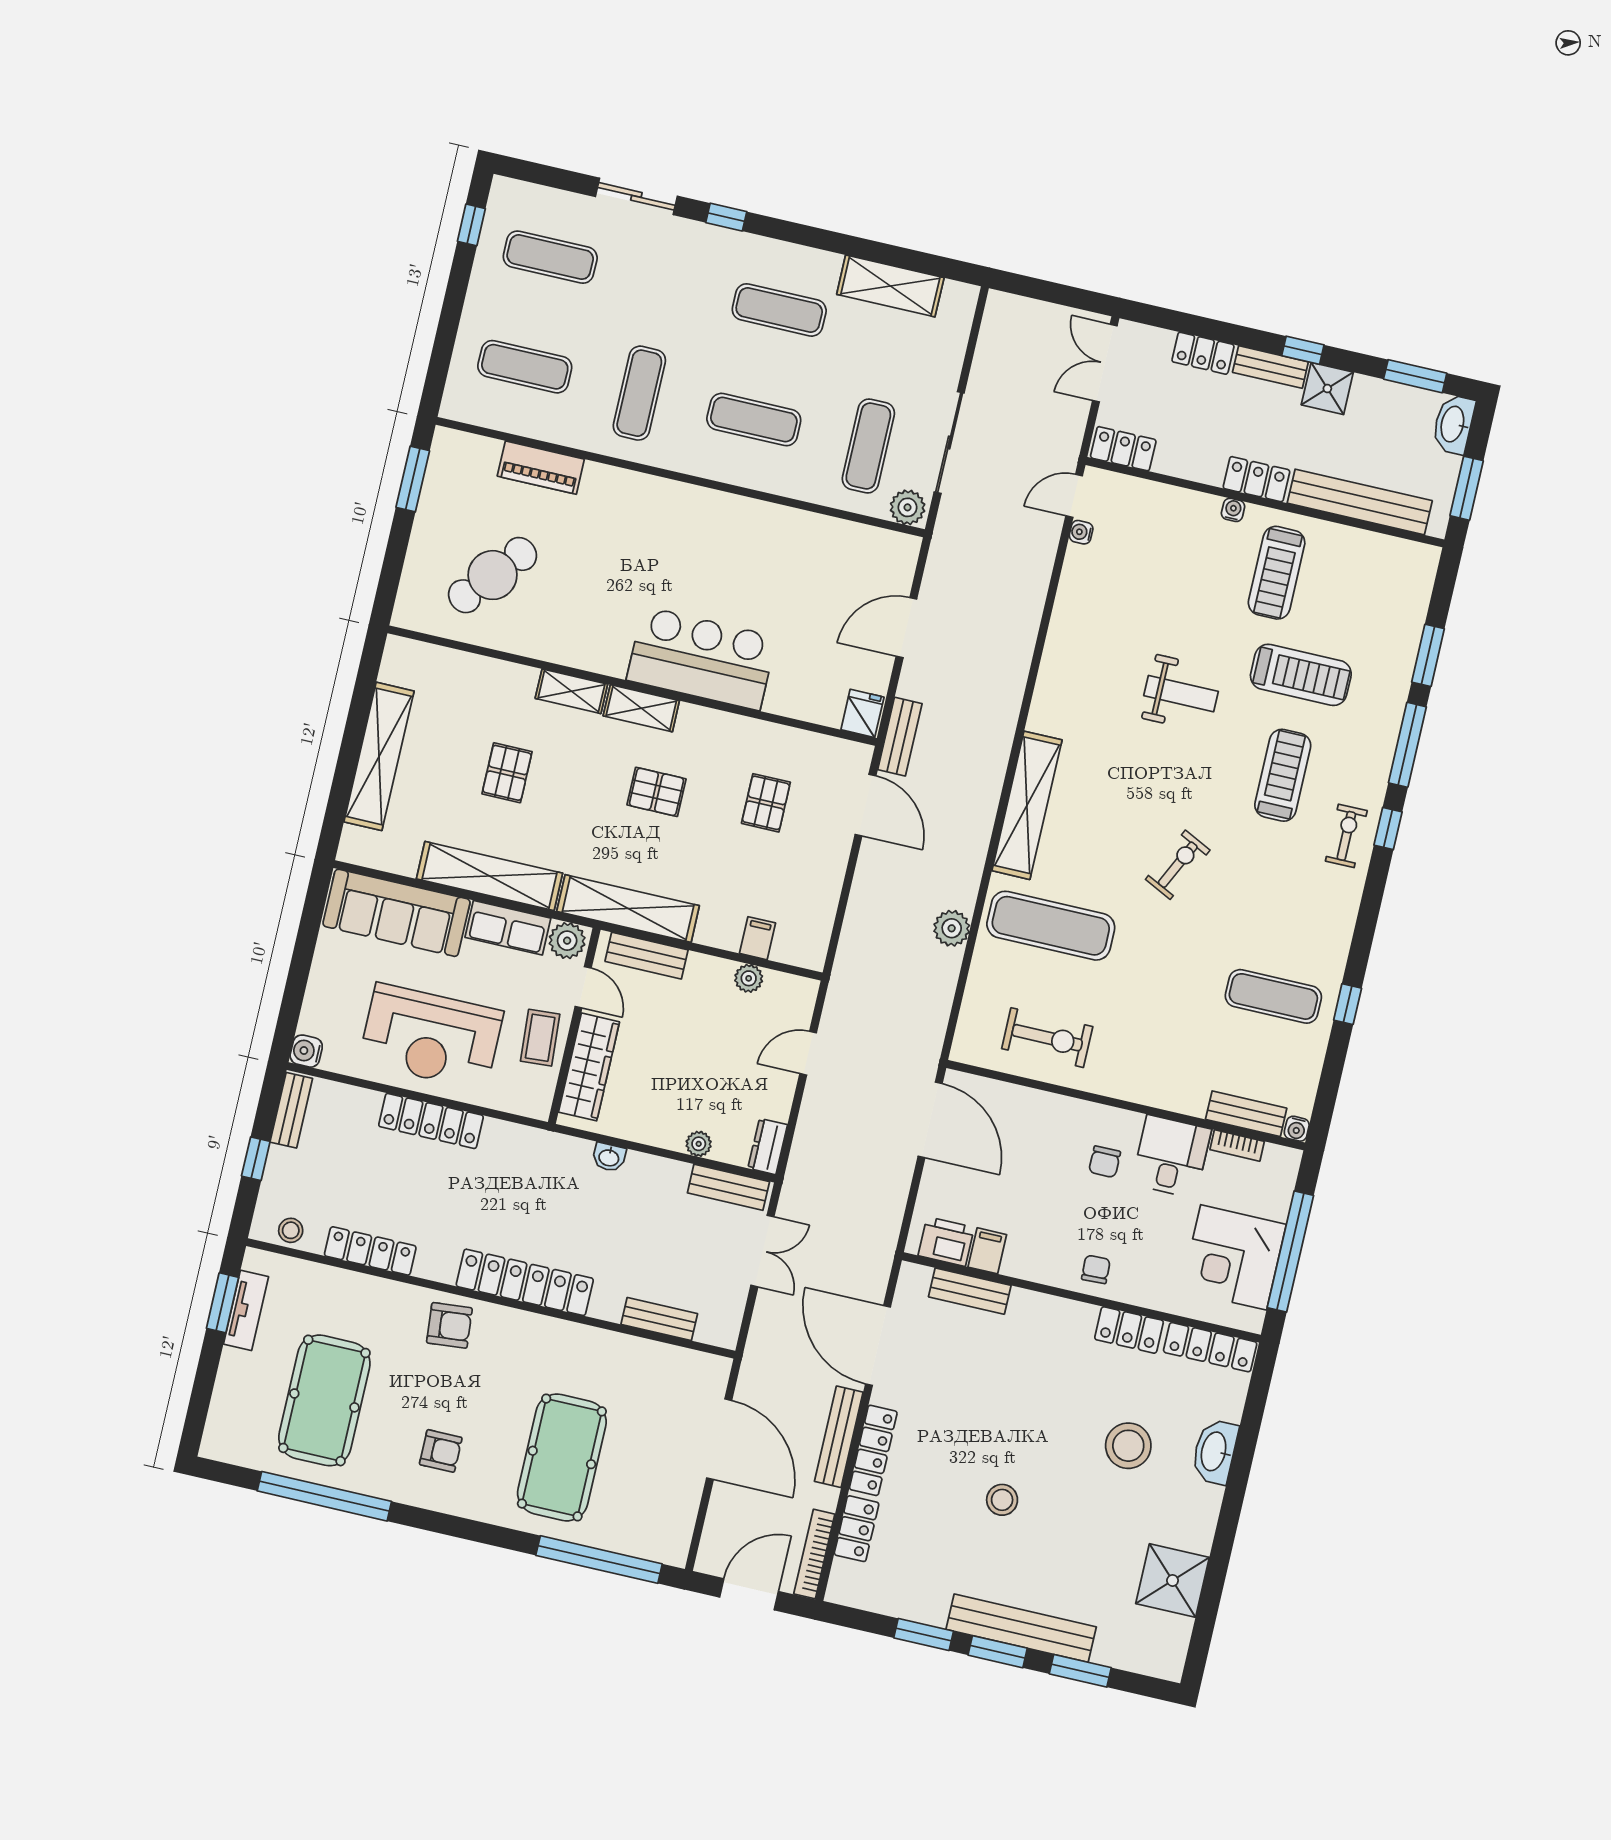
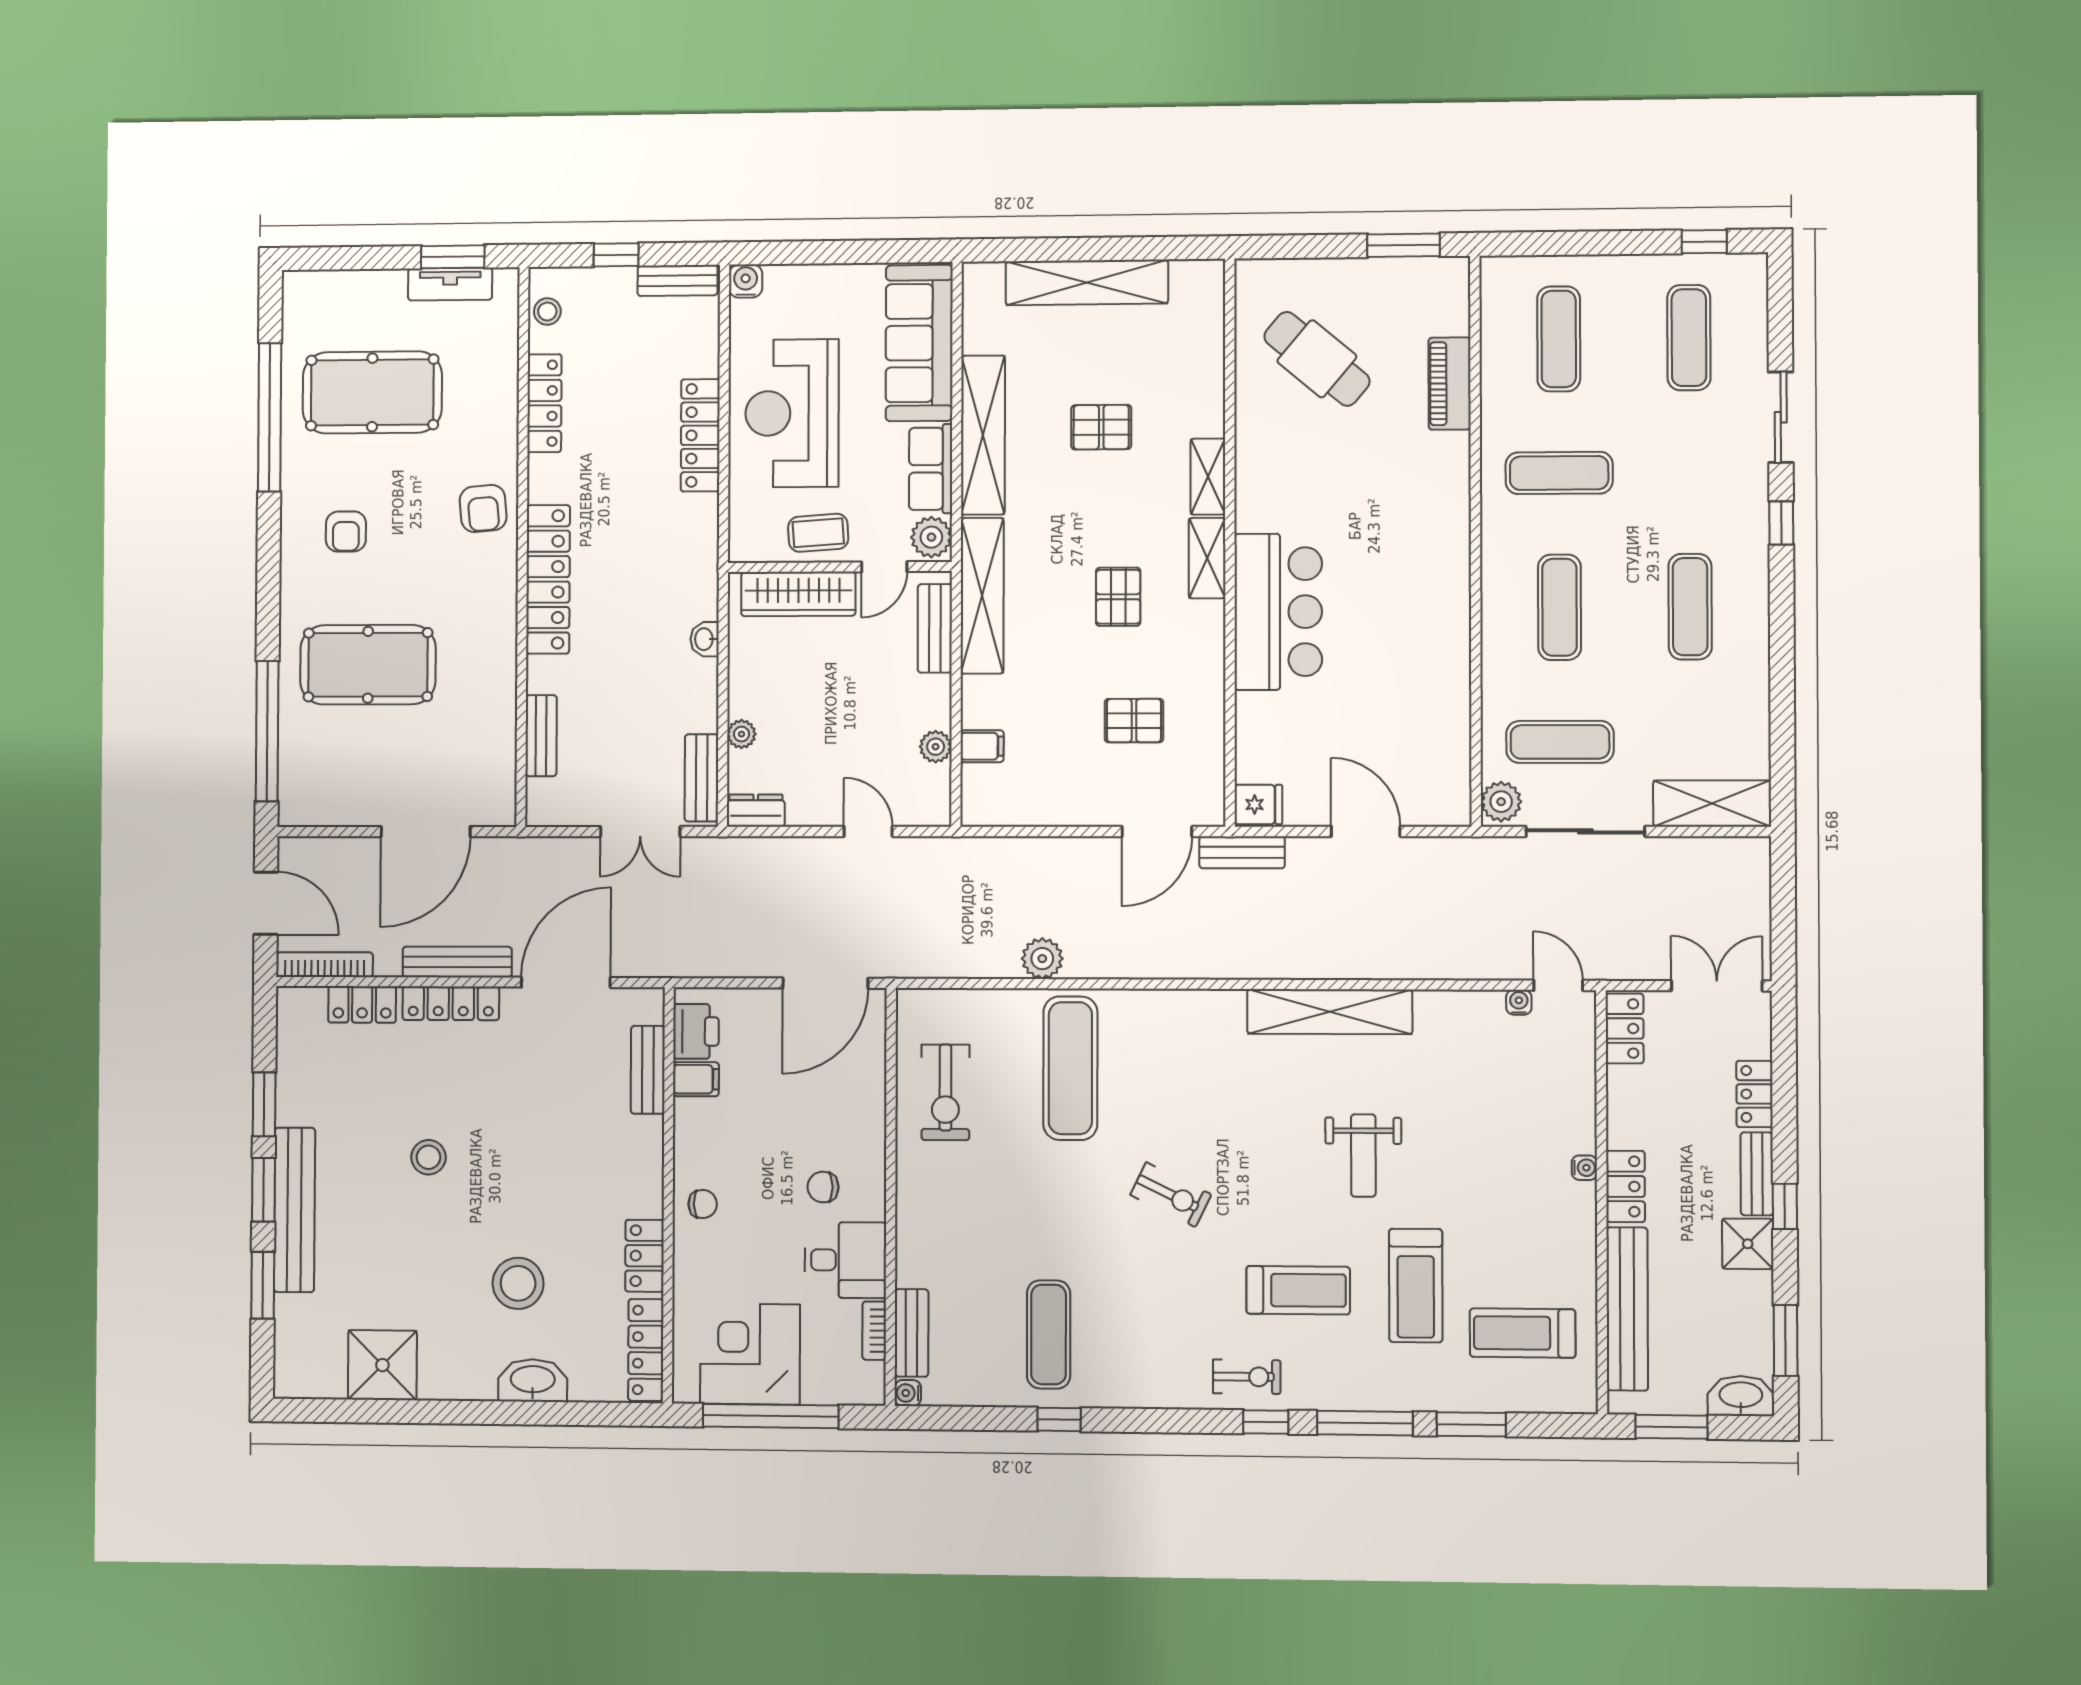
shelving: (890, 286) -> (1712, 804), moved, turned 90
treadmill: (1277, 573) -> (1523, 1333), moved
shelving: (1027, 805) -> (1330, 1012), moved

